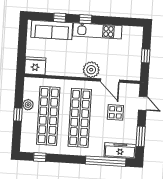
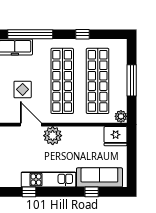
window: (85, 19) -> (29, 192), moved
plant: (28, 105) -> (121, 116), moved
window: (18, 115) -> (132, 80), width x2.17
window: (40, 157) -> (82, 34), moved

